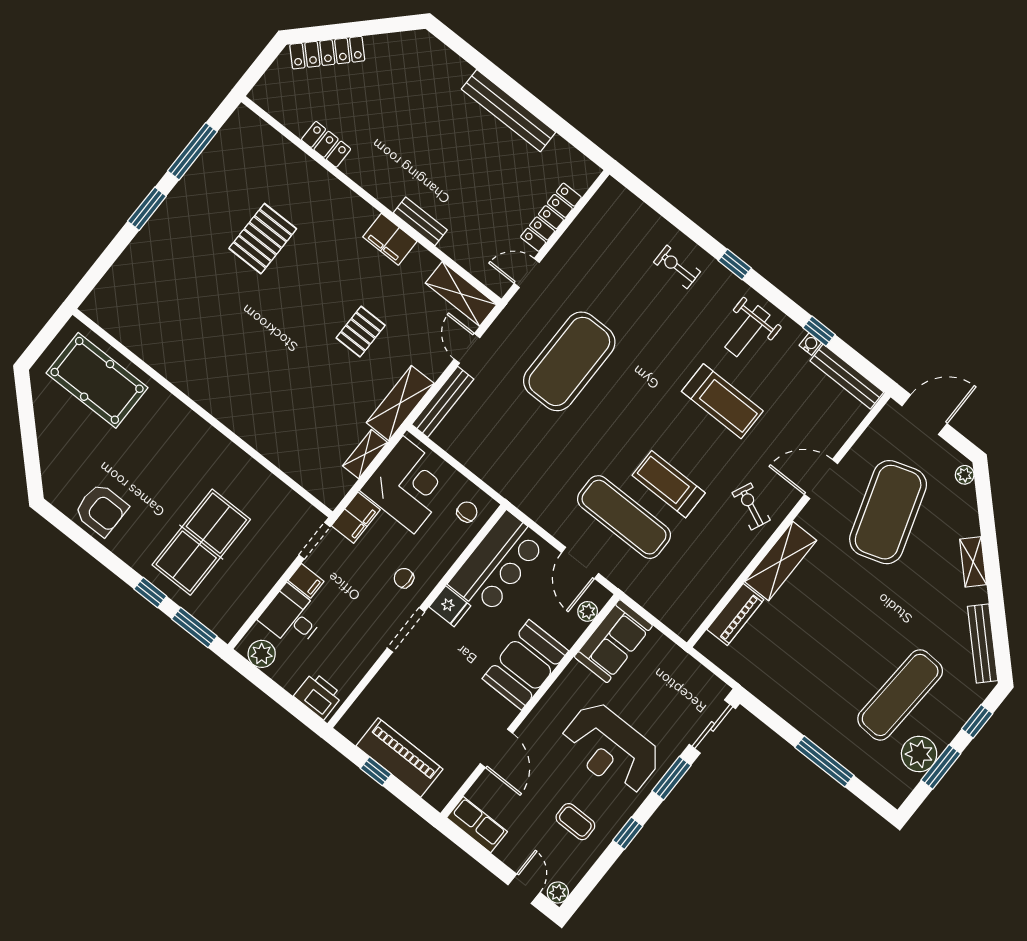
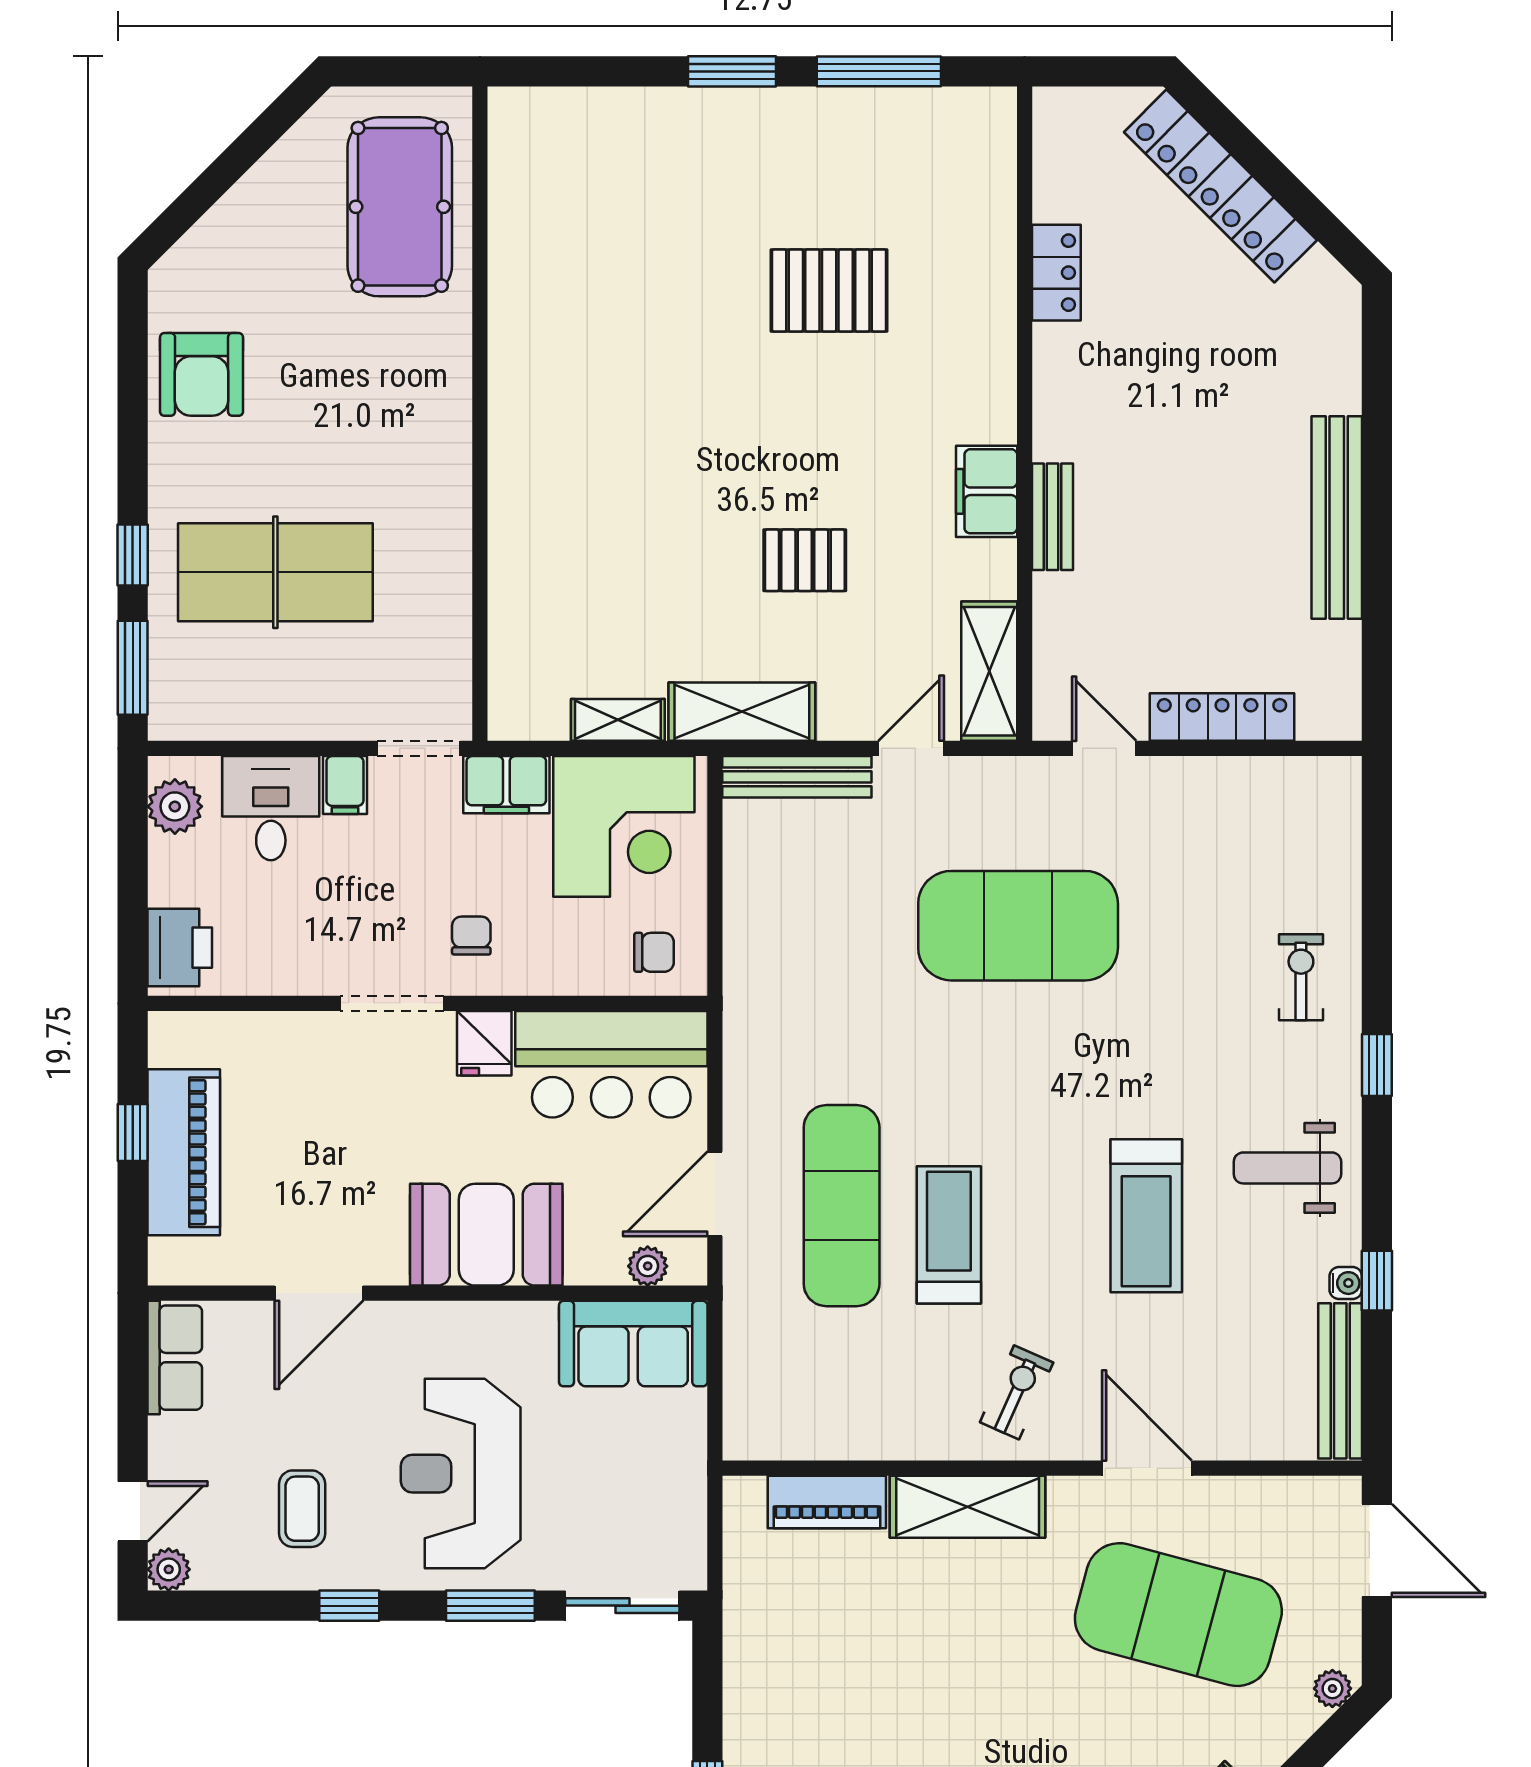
locker: (327, 53) -> (1220, 186), width x1.41, depth x1.21
exercise mat: (888, 512) -> (1178, 1615), turned 33

